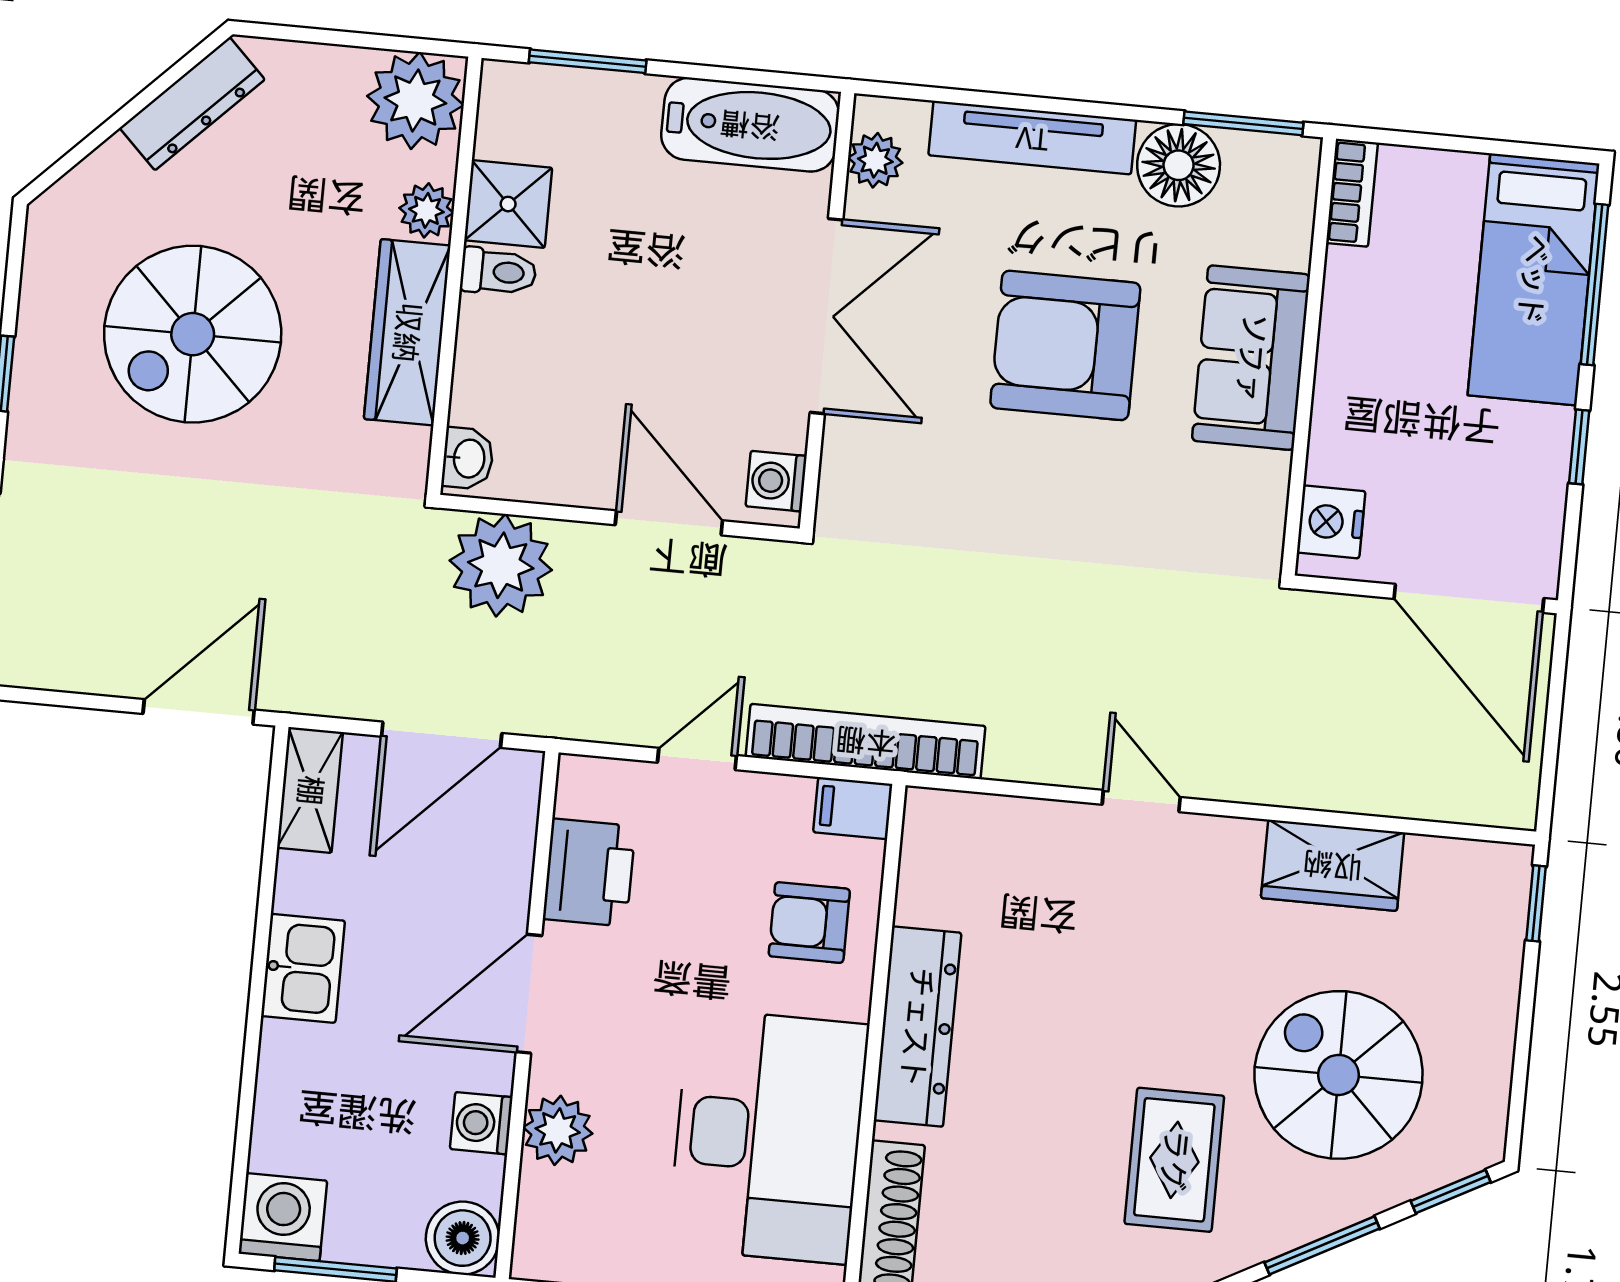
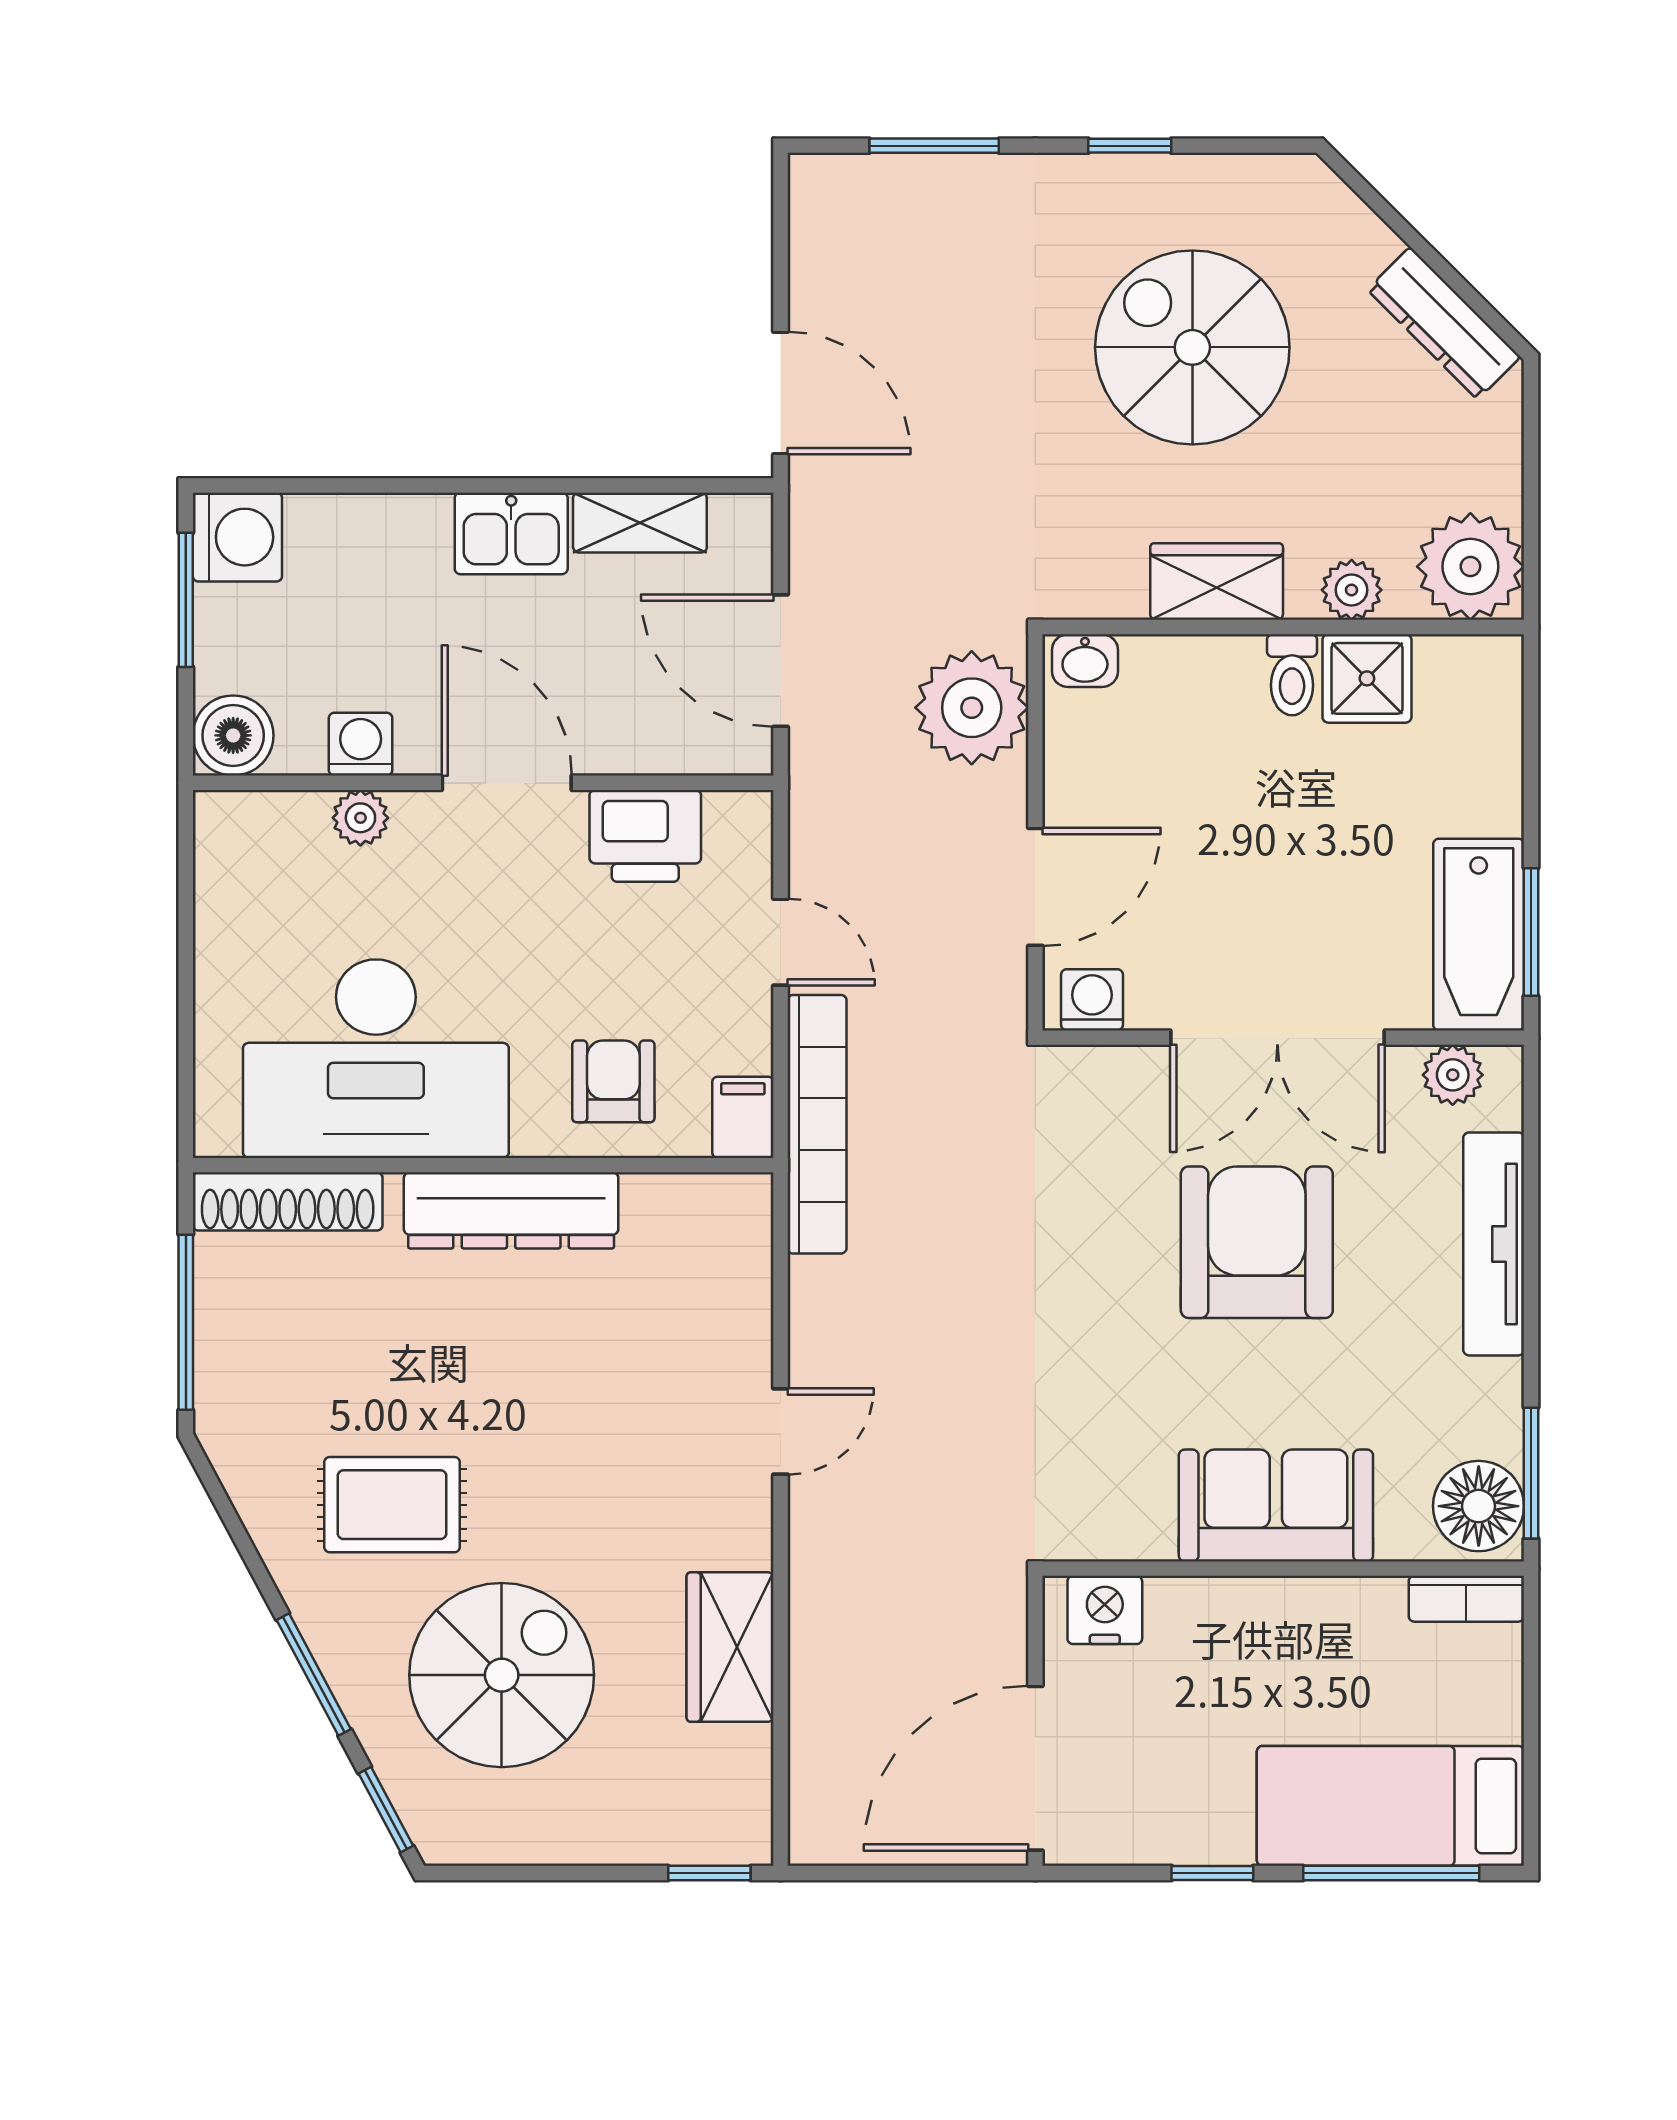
window: (588, 61) -> (1531, 932), moved
floor lamp: (1179, 165) -> (1479, 1506), moved
wardrobe: (407, 332) -> (1217, 582), width x0.67
armchair: (1065, 345) -> (1257, 1242), moved
shelving: (310, 790) -> (640, 523), moved
plant: (558, 1130) -> (360, 818), width x0.73, depth x0.73

